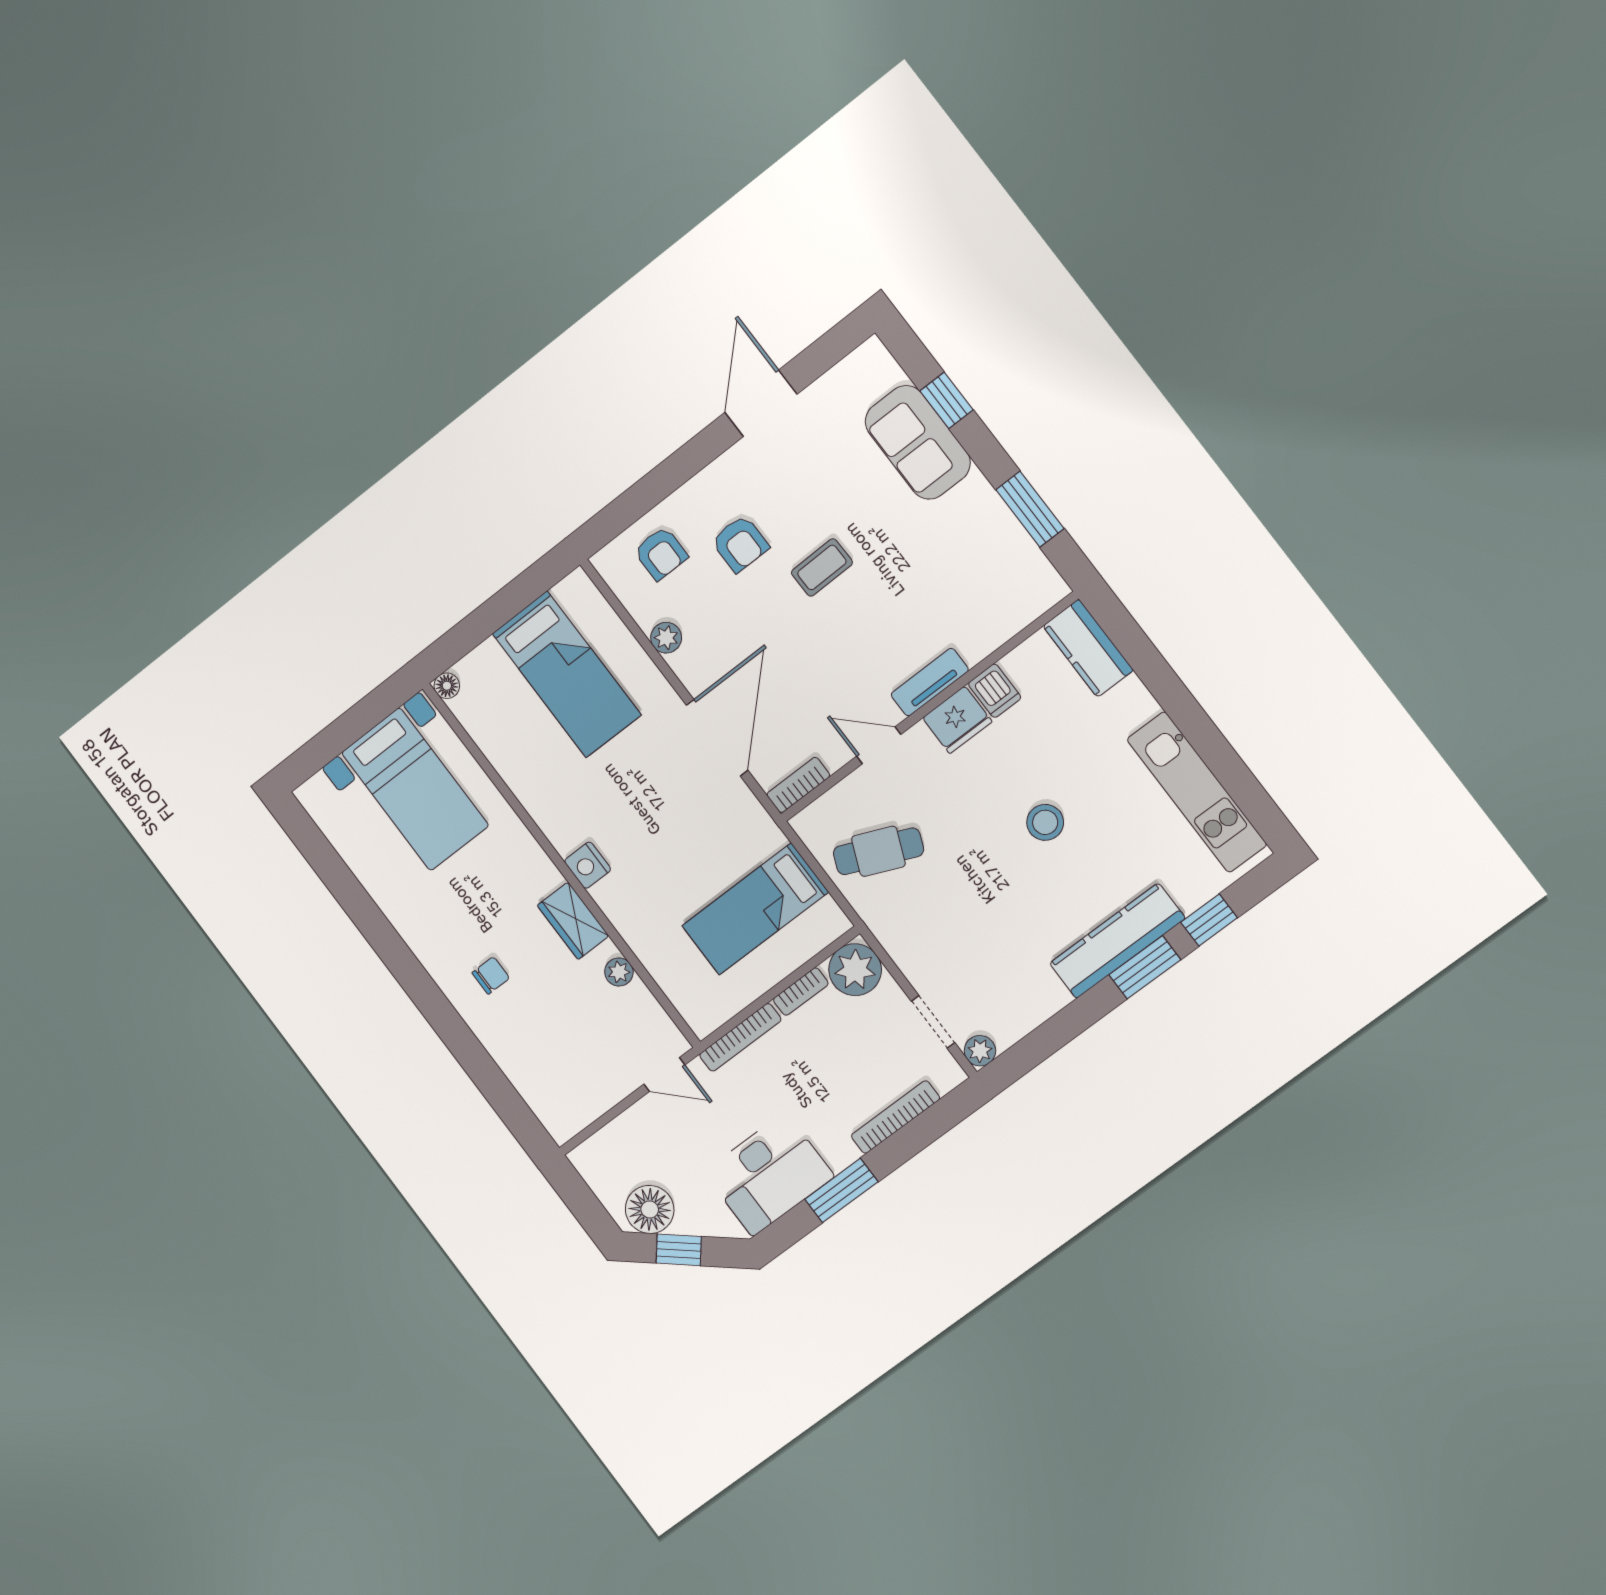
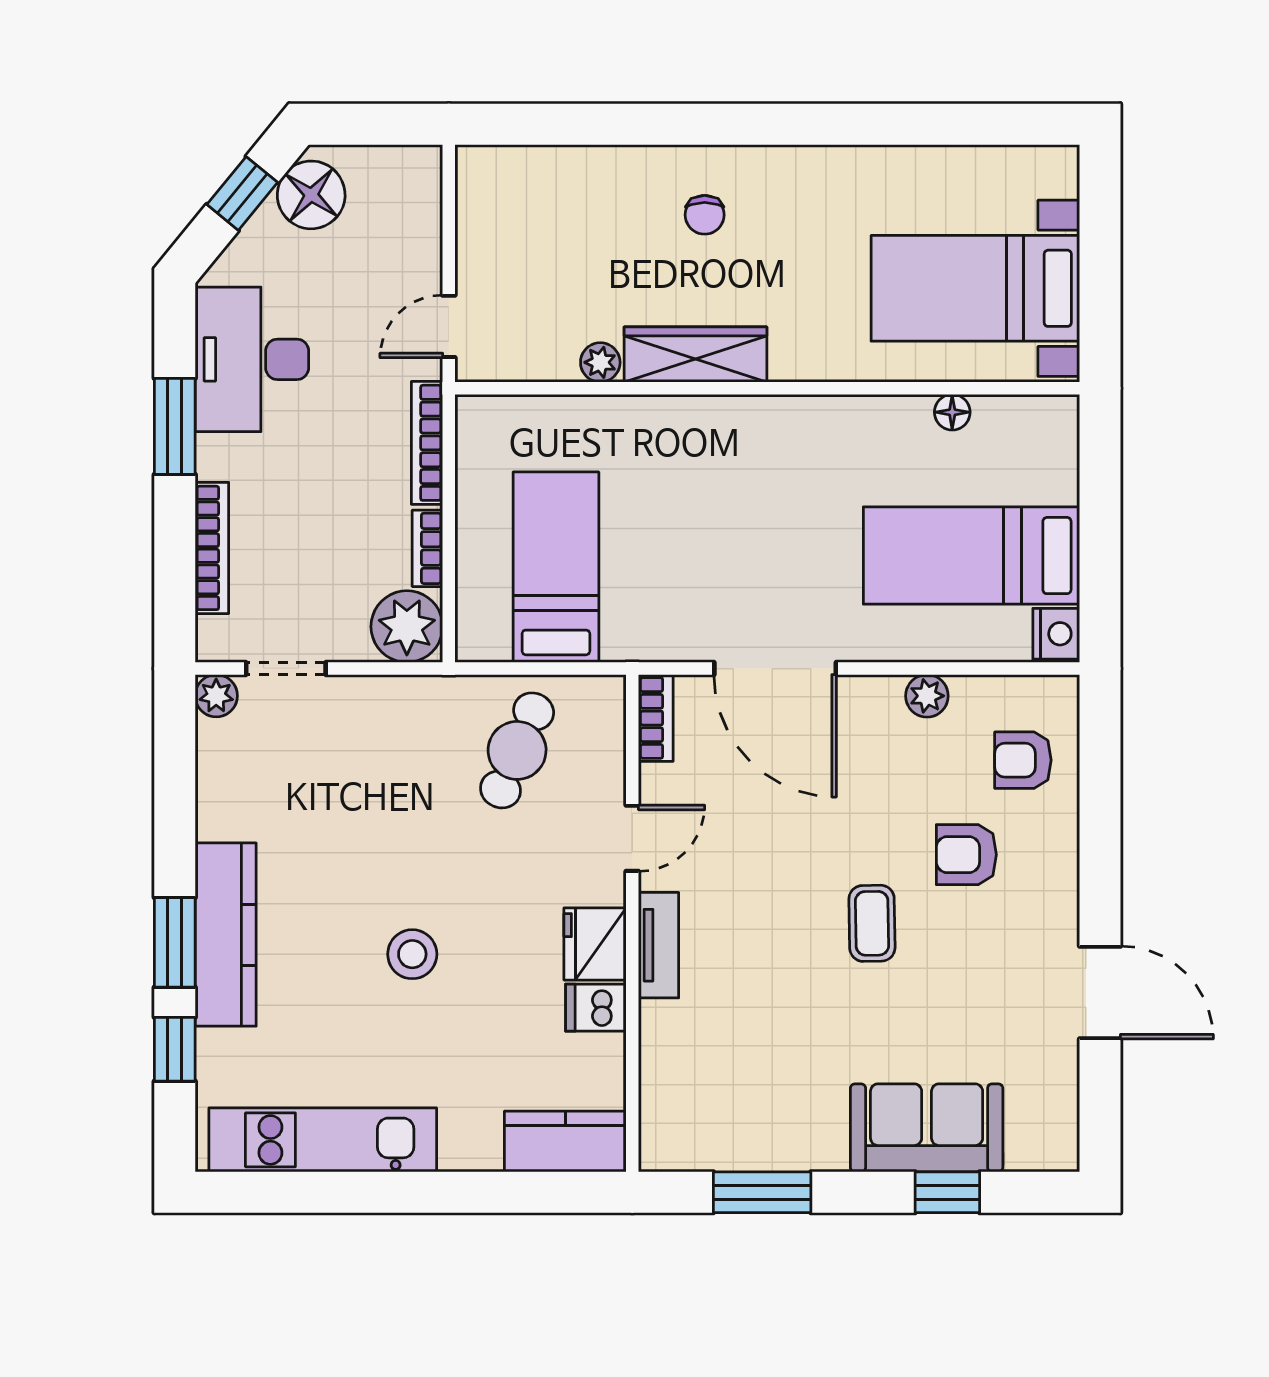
floor lamp: (447, 686) -> (952, 412), moved
nightstand: (588, 865) -> (1056, 634), moved, turned 90
wardrobe: (573, 921) -> (695, 355), width x1.50

